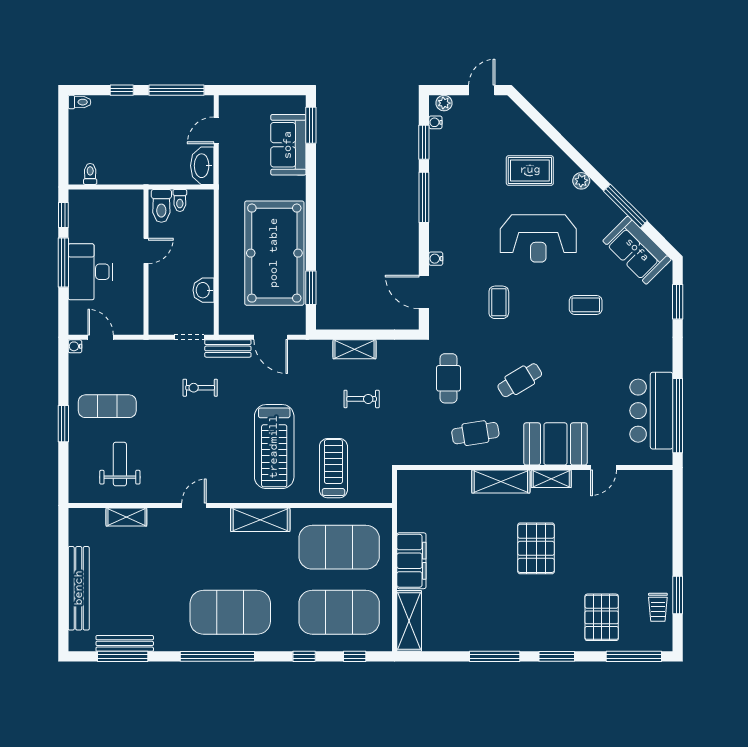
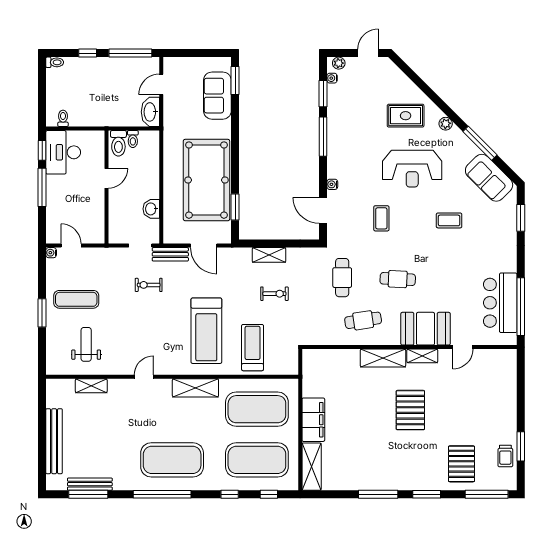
desk: (90, 272) -> (63, 152), moved
cafe table: (520, 380) -> (398, 279), turned 34

